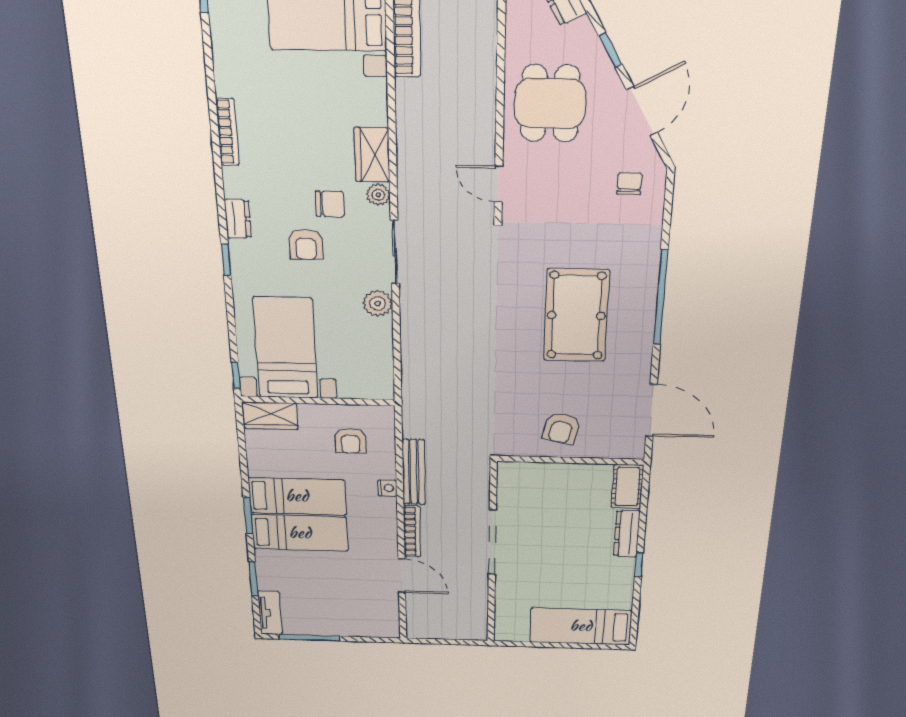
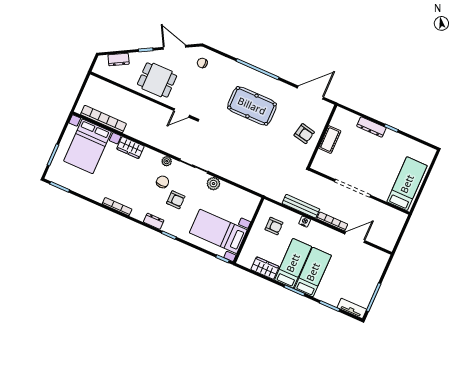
wardrobe: (372, 155) -> (130, 148), moved
wardrobe: (270, 416) -> (265, 268), moved, turned -90
cot: (627, 487) -> (330, 140), moved, turned 90
bed: (581, 626) -> (407, 184), moved, turned 180

